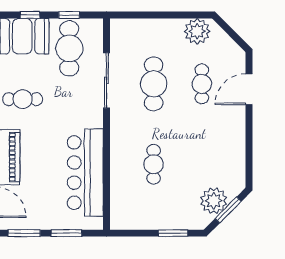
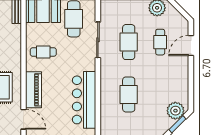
cafe table: (154, 164) -> (129, 94), width x1.37, depth x1.35
plant: (214, 201) -> (175, 111), moved

